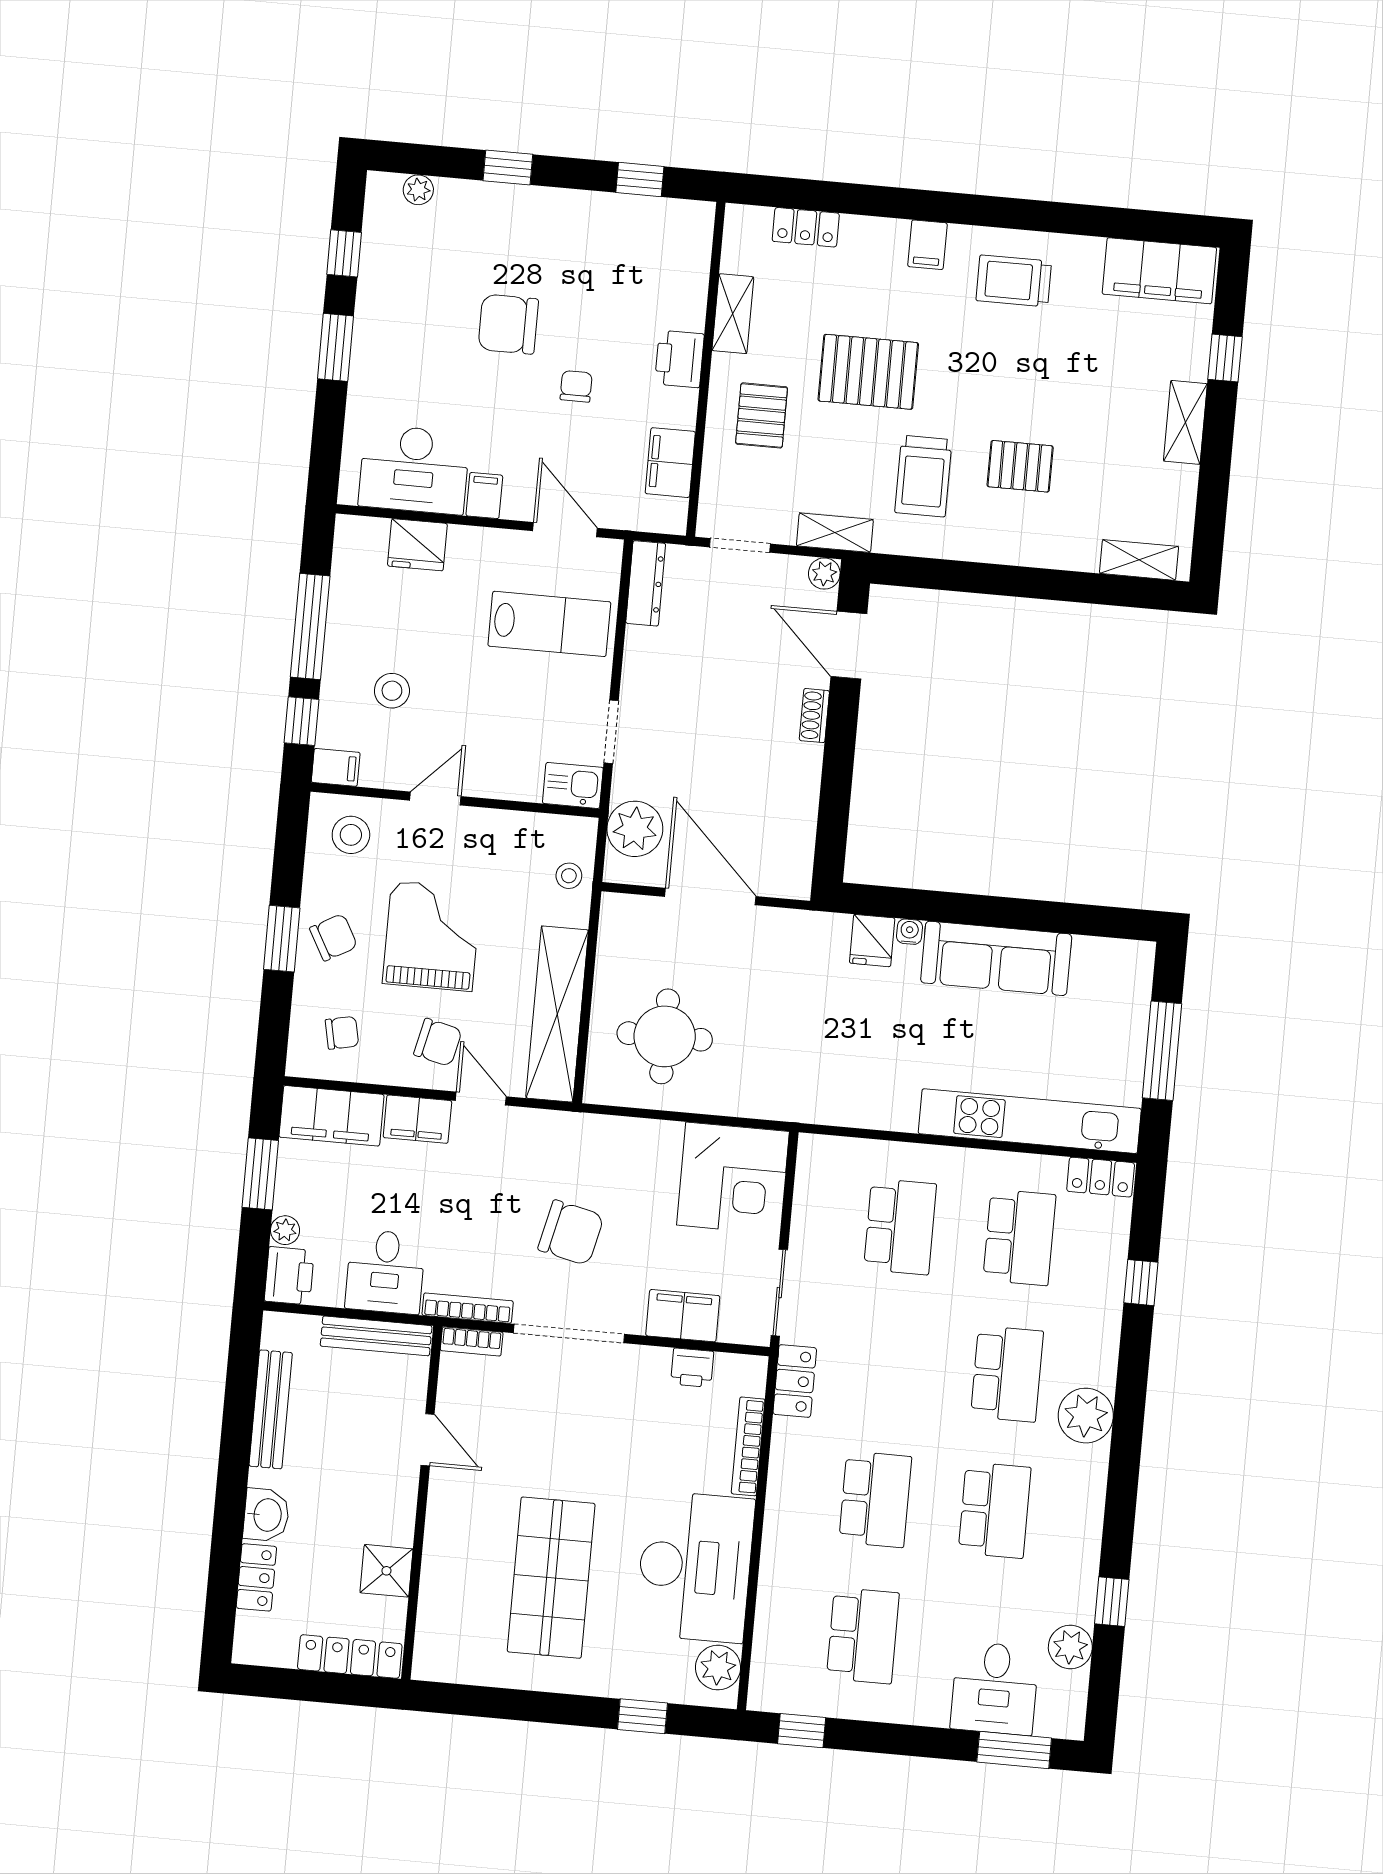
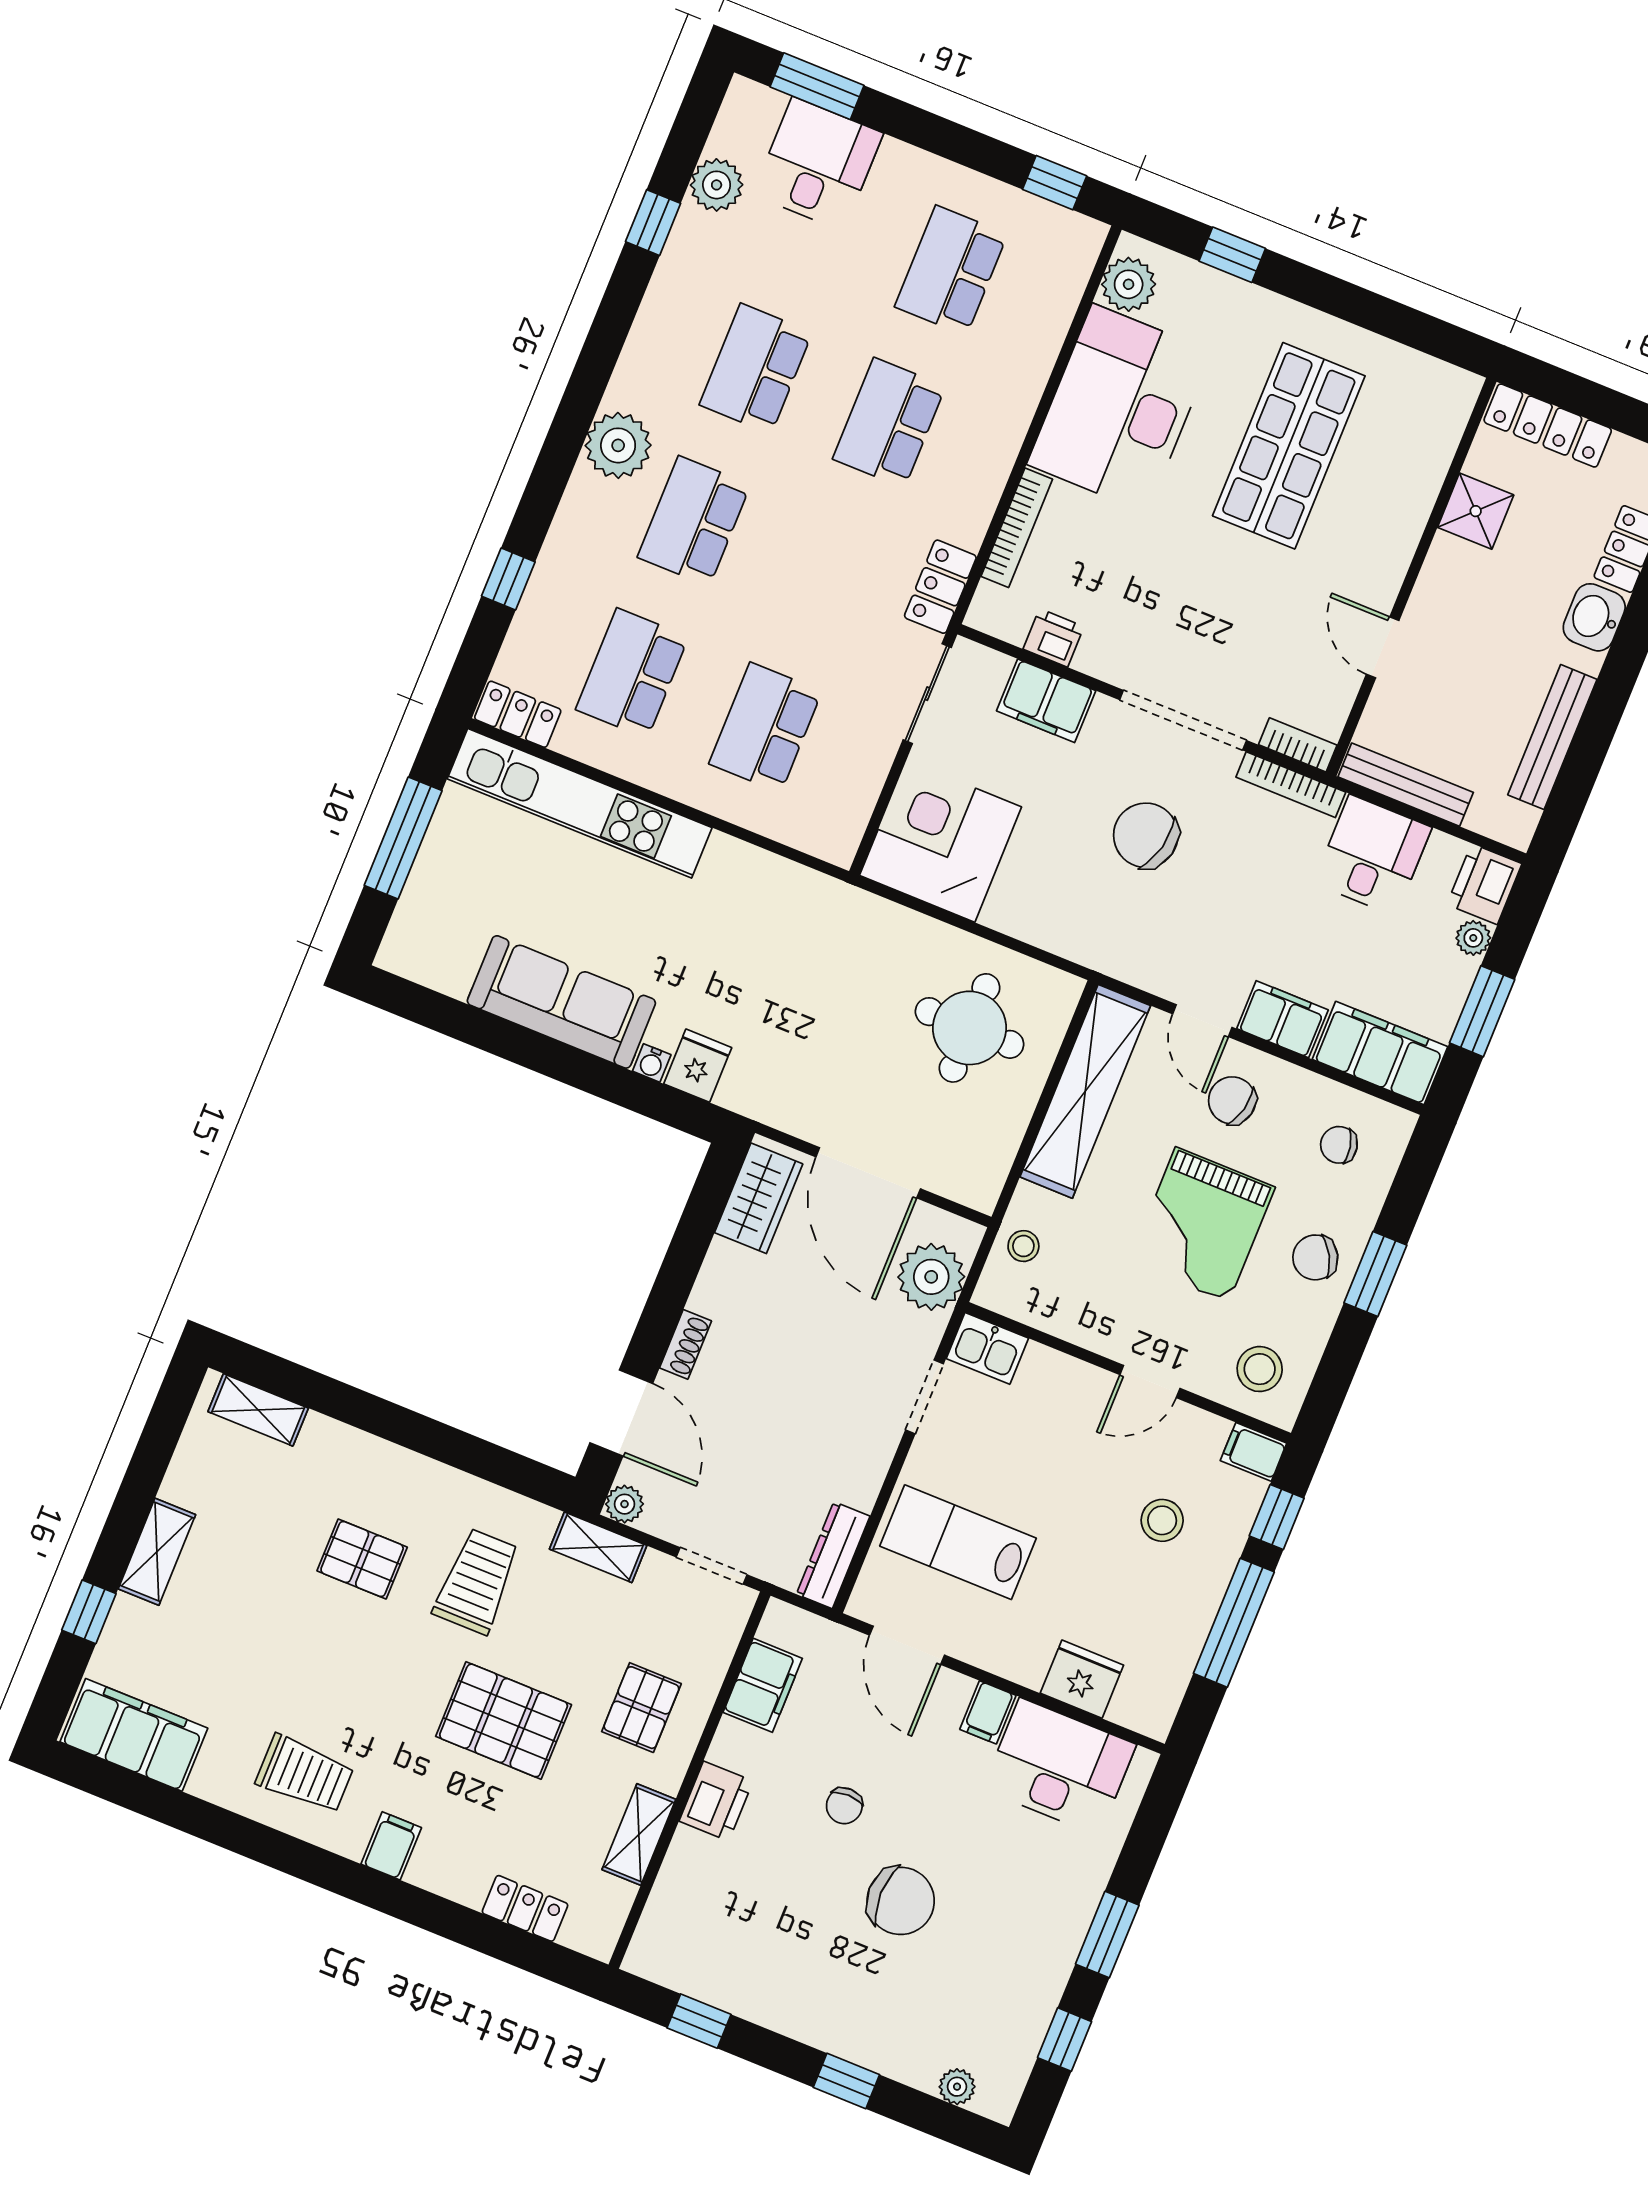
wardrobe: (791, 850) -> (759, 1198), added

